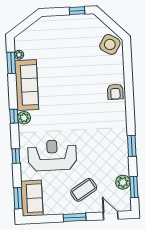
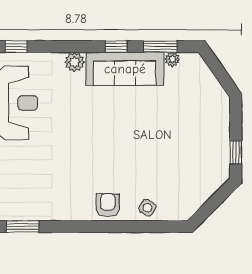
side table: (110, 44) -> (147, 208), moved, width x0.54, depth x0.54
armchair: (115, 92) -> (108, 205), turned 90
window: (14, 116) -> (116, 47), moved

